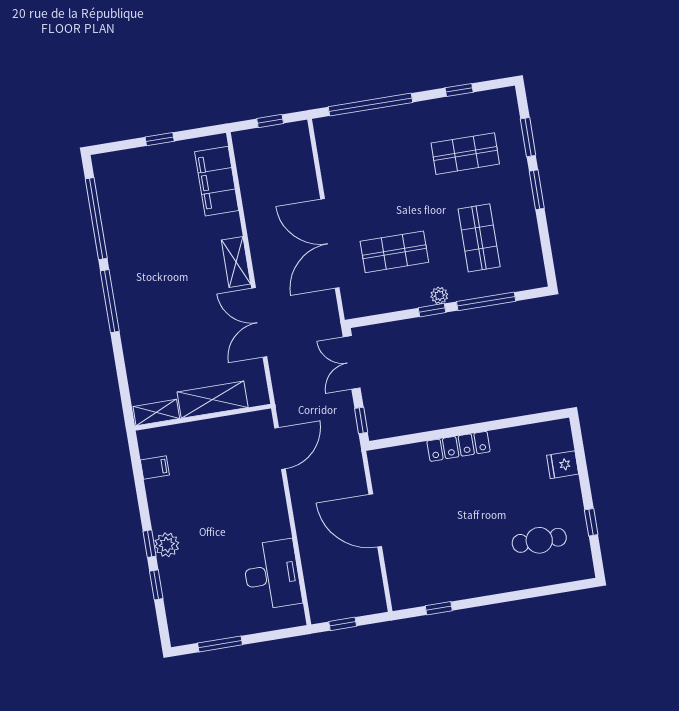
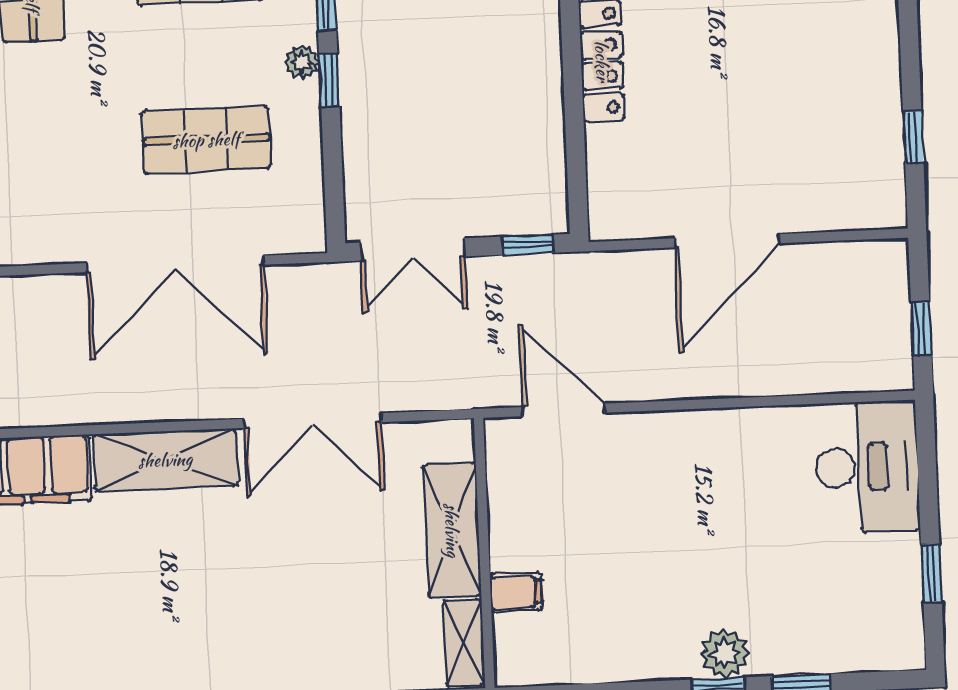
shop shelf: (394, 252) -> (206, 140), turned 90
shelving: (236, 262) -> (165, 460), width x1.50, depth x1.33
filing cabinet: (155, 468) -> (516, 592), moved, turned 90
desk: (272, 575) -> (867, 467), moved, turned 90
window: (220, 644) -> (931, 573), width x0.67

